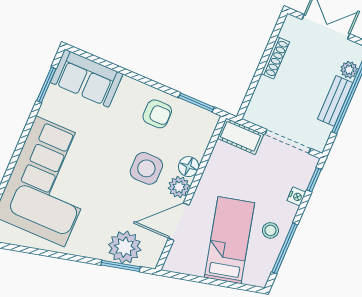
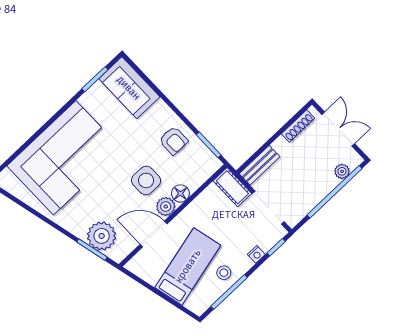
shoe rack: (275, 58) -> (298, 126), moved
bench: (335, 101) -> (260, 165), moved

